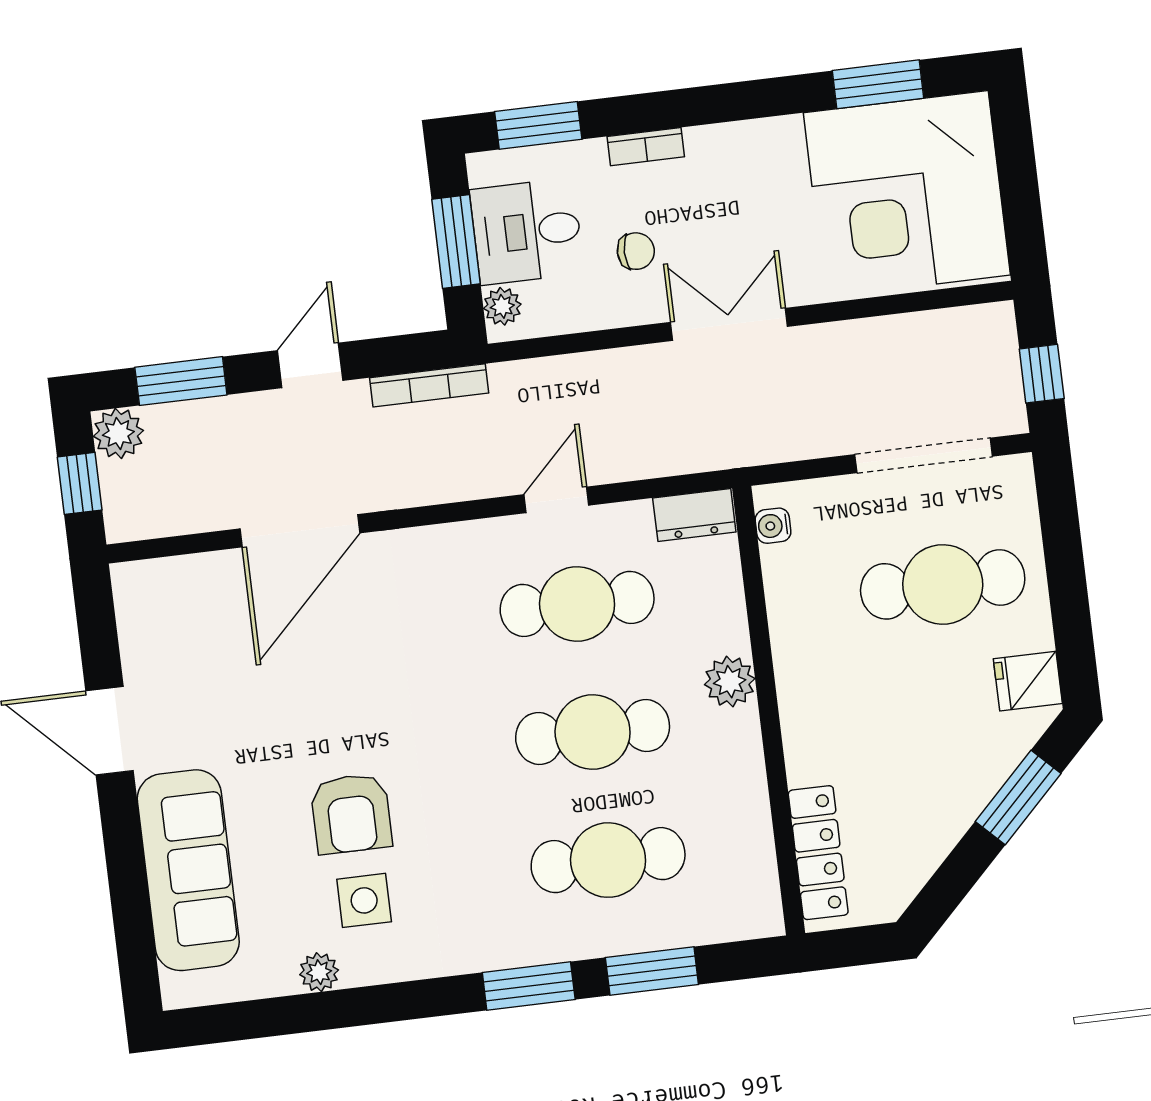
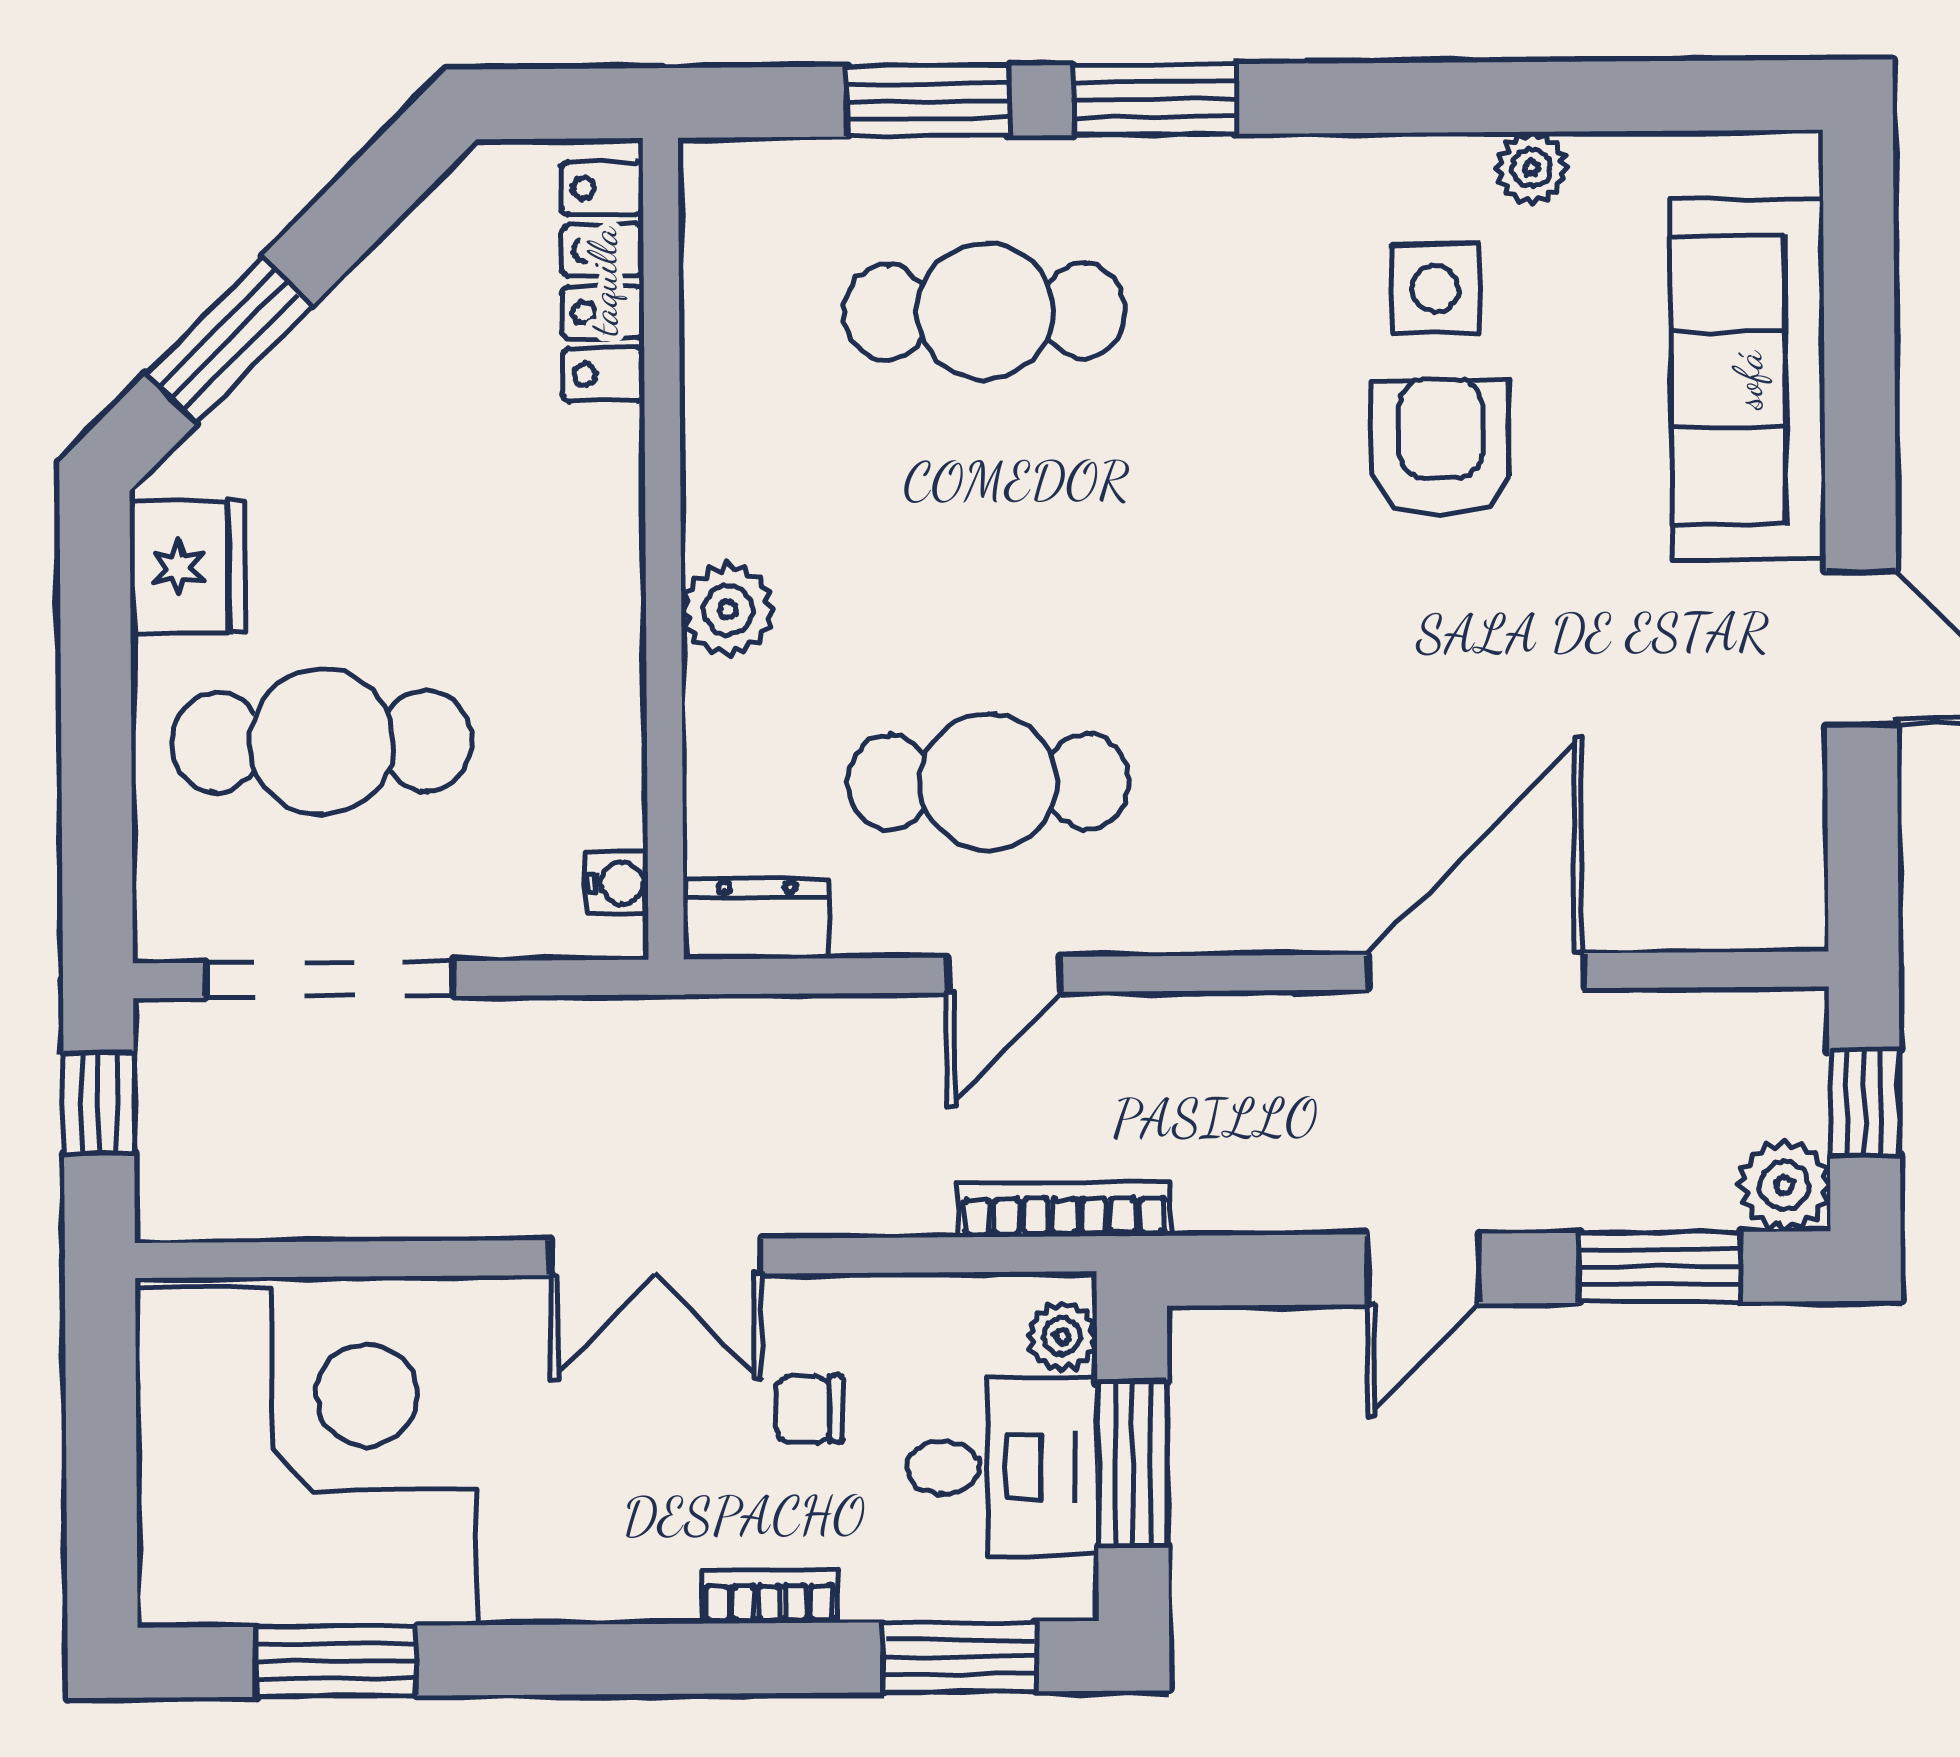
bookcase: (429, 385) -> (1065, 1209), moved
fridge: (1028, 681) -> (188, 567), width x1.38
cafe table: (593, 732) -> (987, 547), removed

